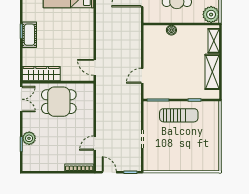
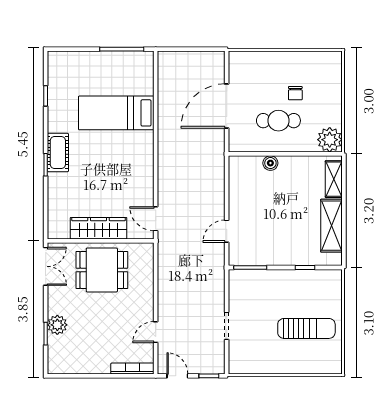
cot: (29, 35) -> (58, 152), moved
wardrobe: (41, 74) -> (99, 228), moved
sun lounger: (179, 115) -> (306, 328), moved

